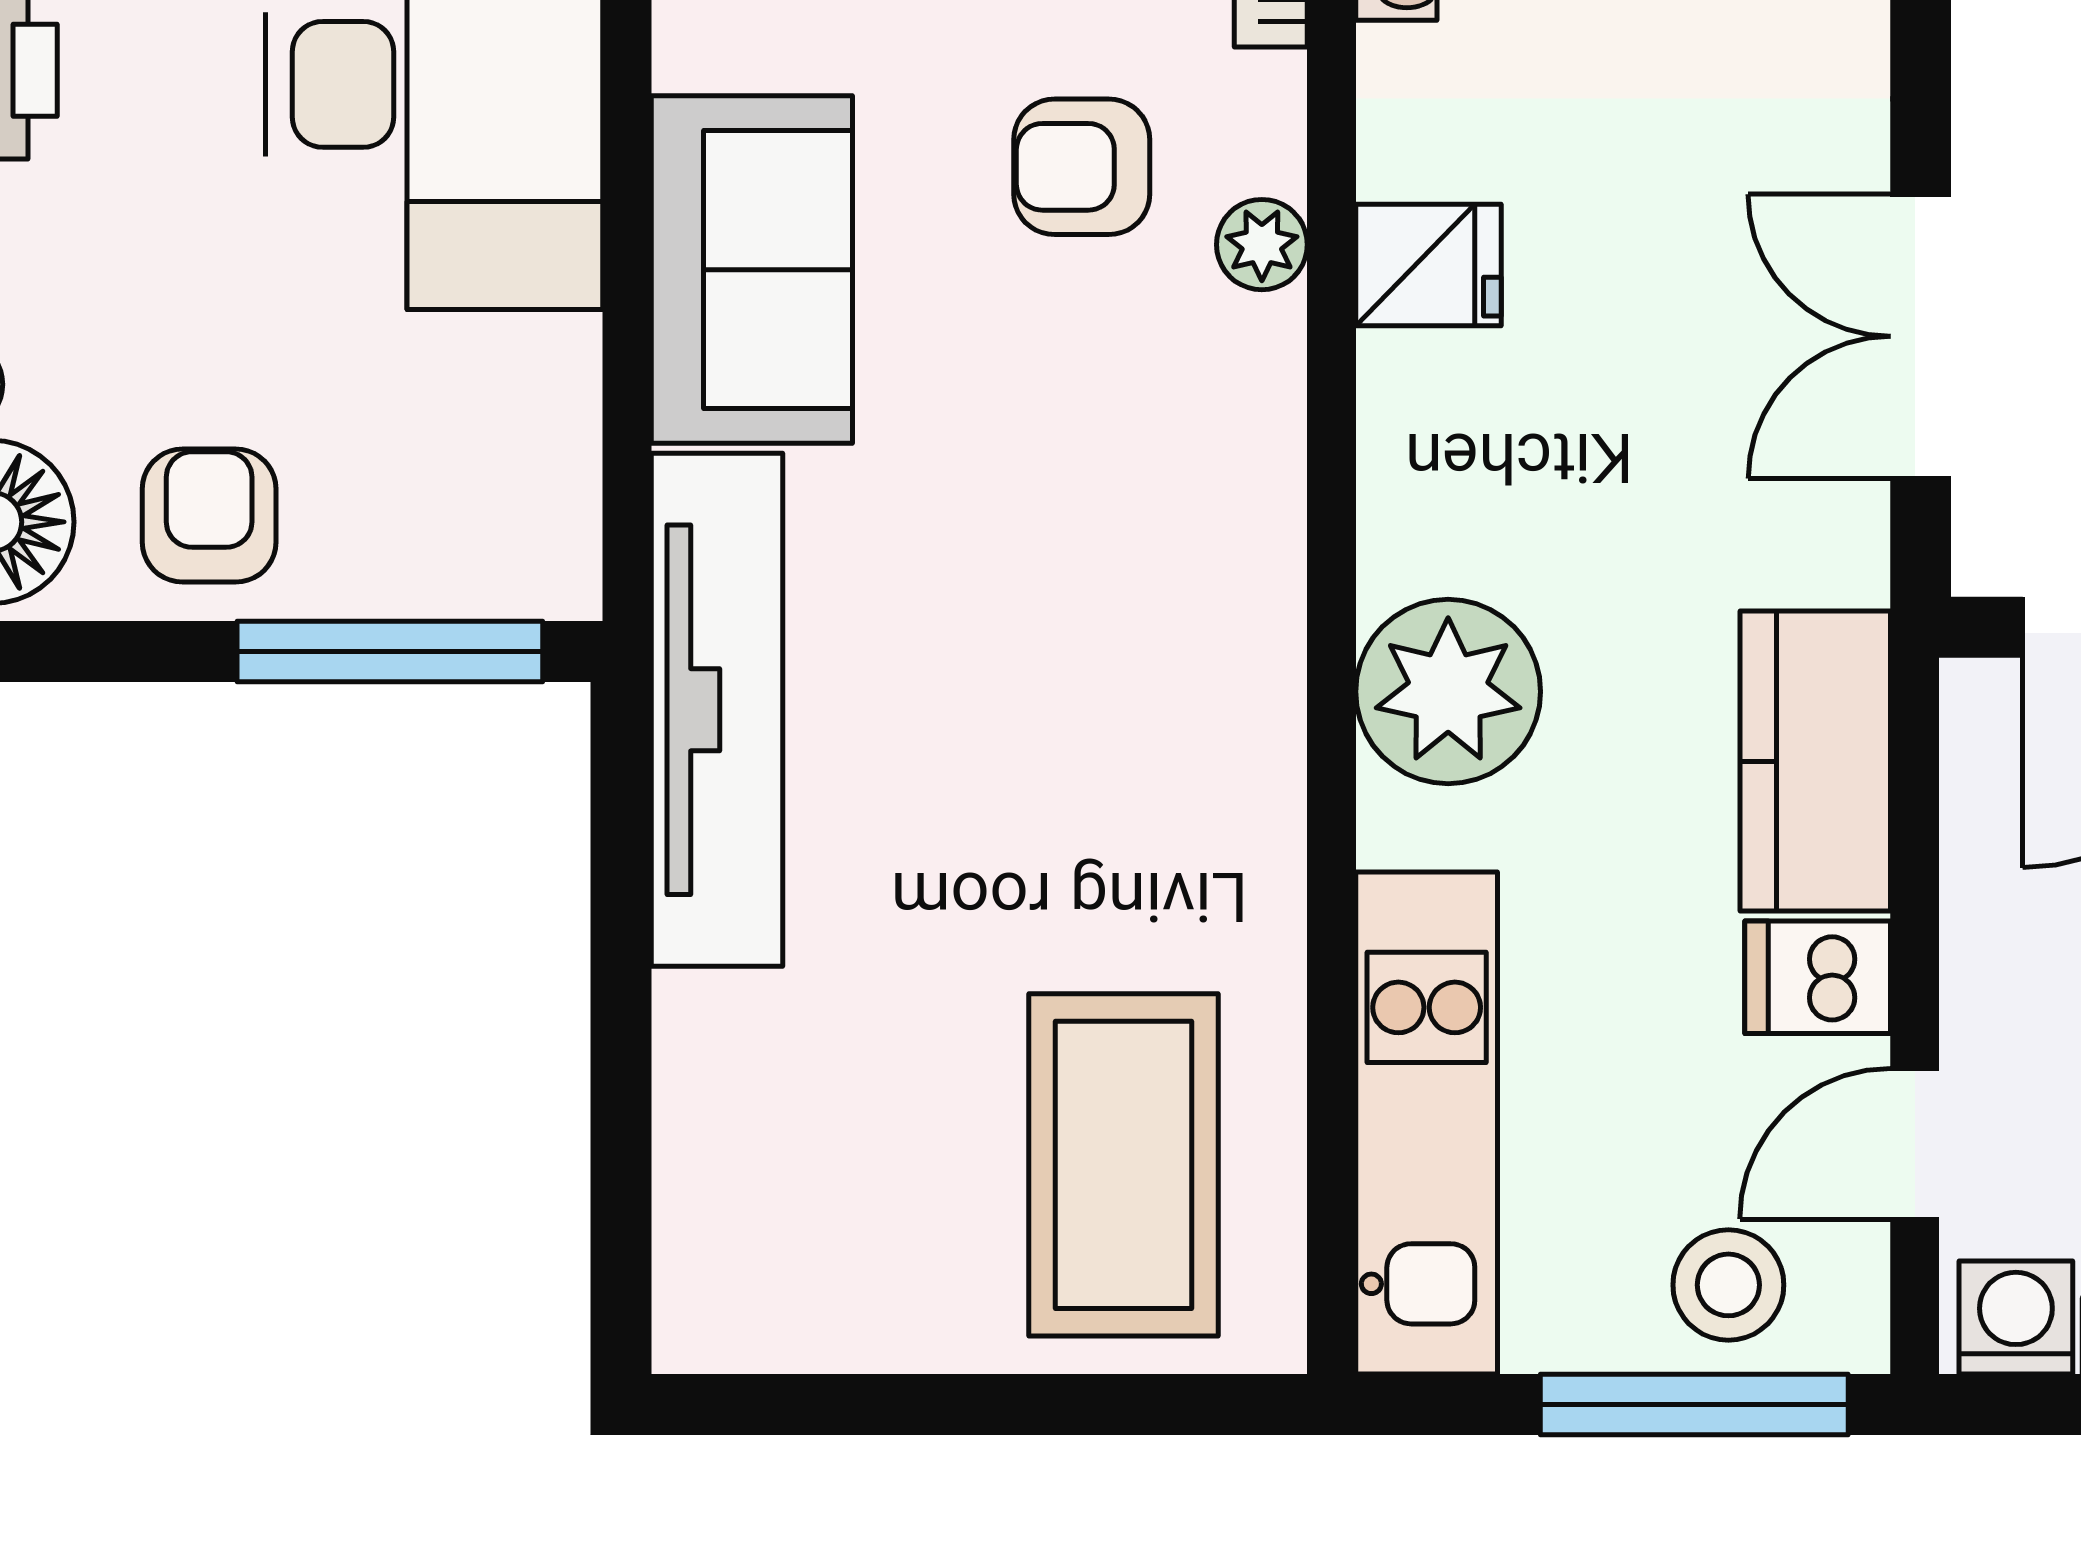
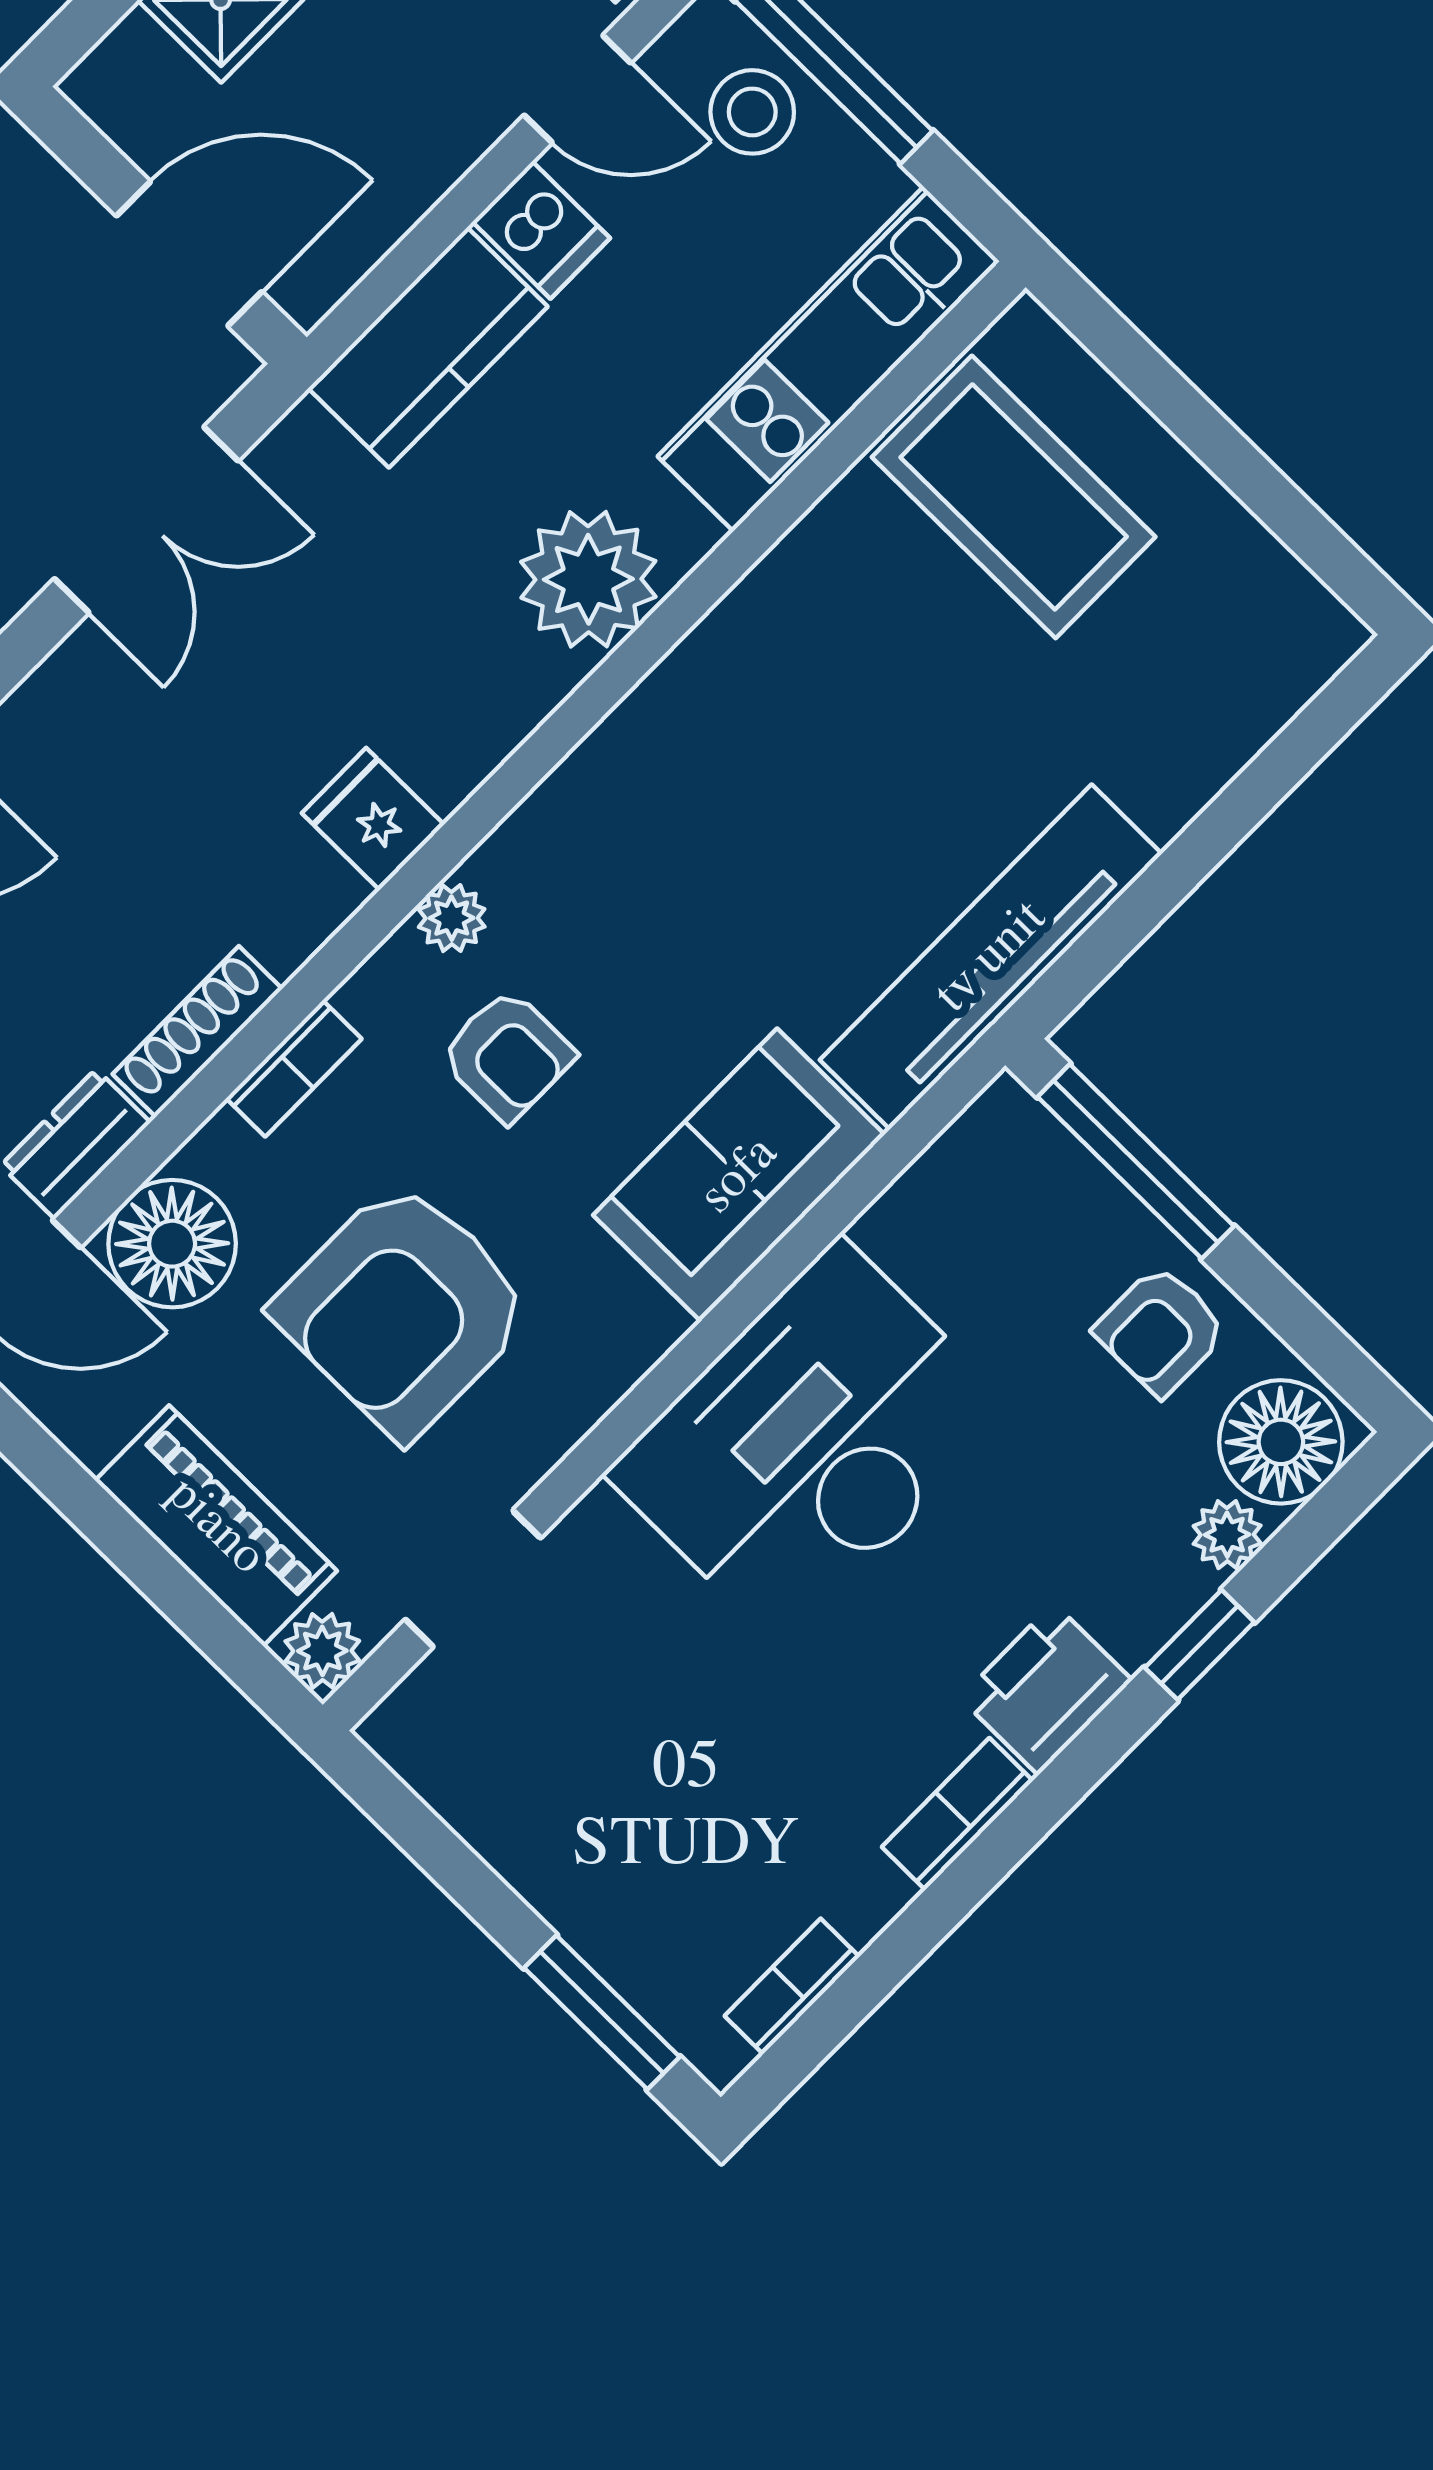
coffee table: (1123, 1165) -> (1014, 497), turned 90

